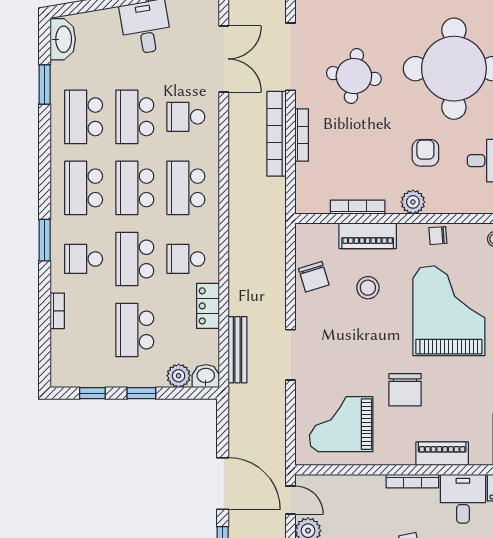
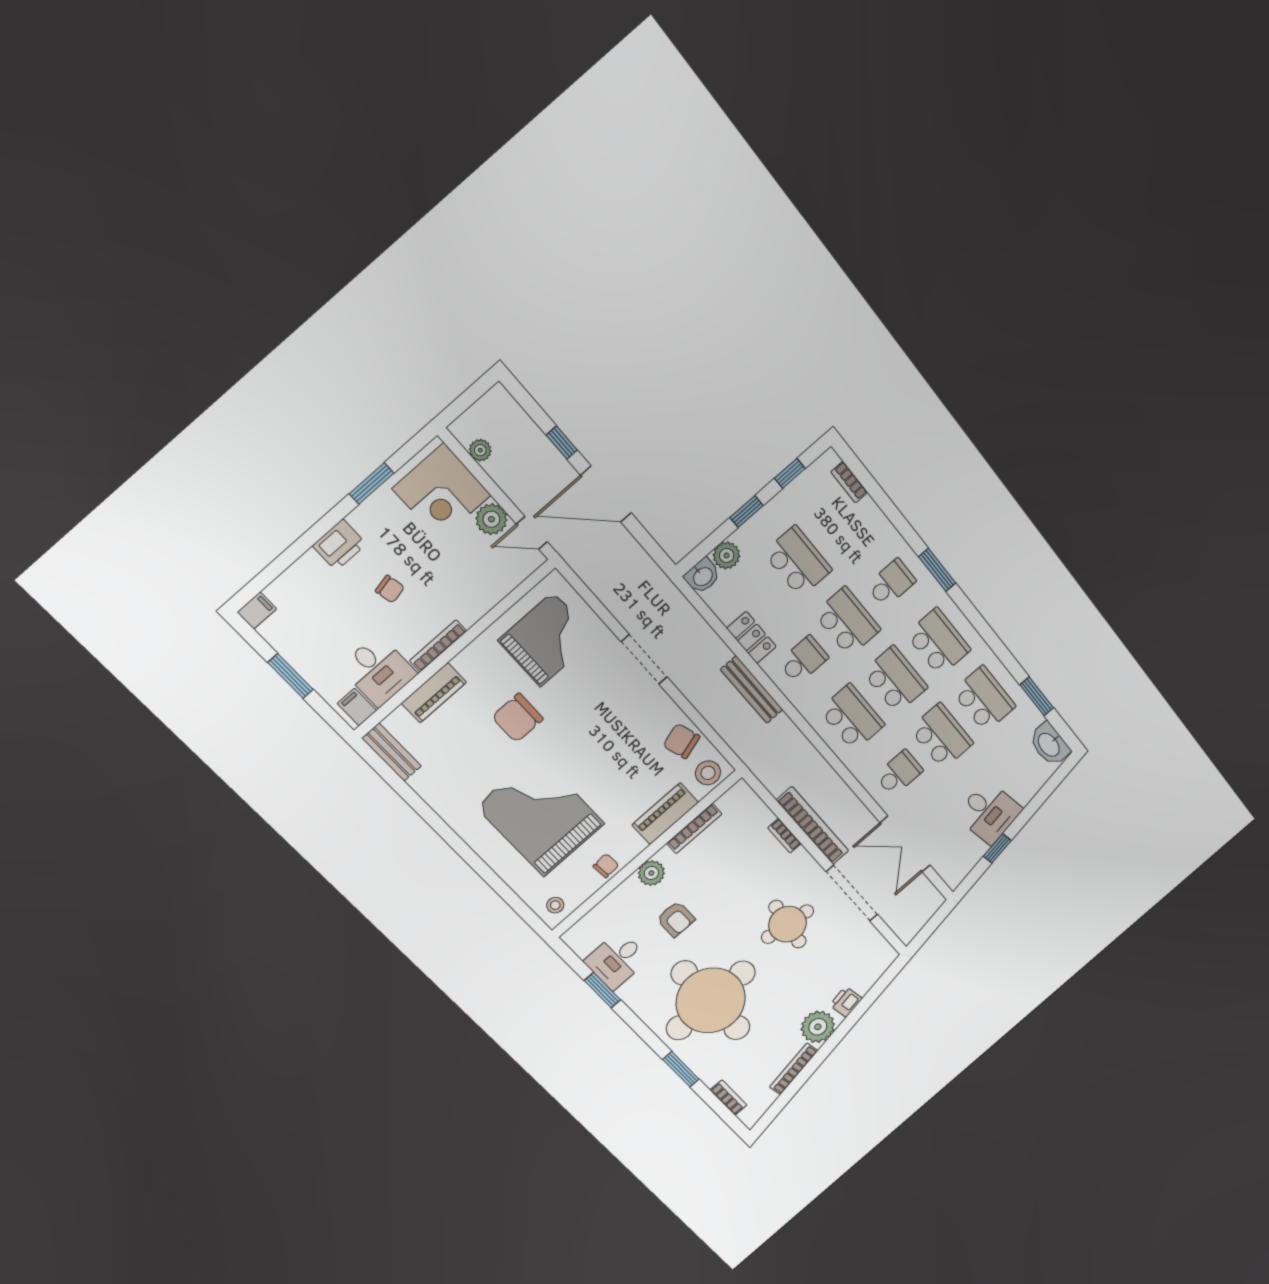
bookcase: (302, 135) -> (784, 836), width x0.64
stool: (368, 288) -> (708, 773), moved
bookcase: (57, 311) -> (849, 482), moved
grand piano: (449, 311) -> (540, 815), turned 180
bench: (238, 350) -> (752, 690), moved
chair: (405, 390) -> (518, 718), turned -90

